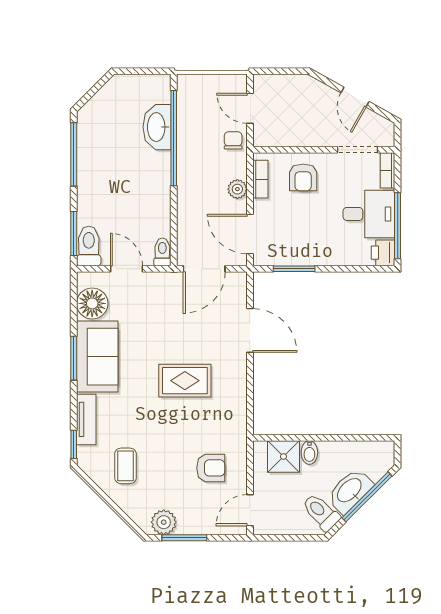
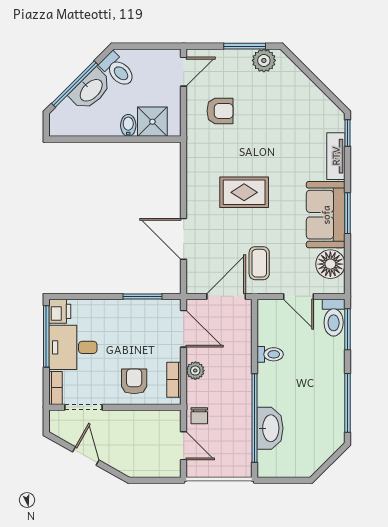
toilet: (162, 252) -> (270, 354), moved, turned -90
coffee table: (125, 466) -> (259, 263), moved
armchair: (211, 468) -> (220, 111), turned 180

